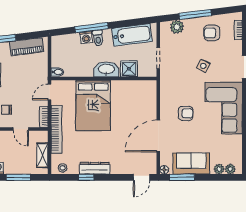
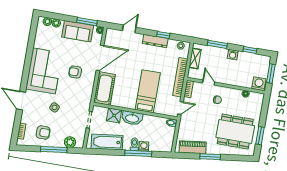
cot: (146, 100) -> (104, 88), added
bed: (93, 105) -> (148, 91), width x0.67
door: (142, 177) -> (129, 29), moved

